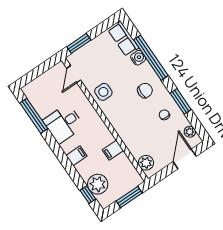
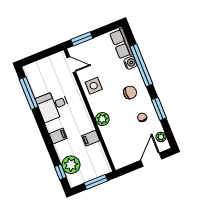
door: (74, 74) -> (71, 65), swing flipped
plant: (146, 163) -> (102, 119), moved

